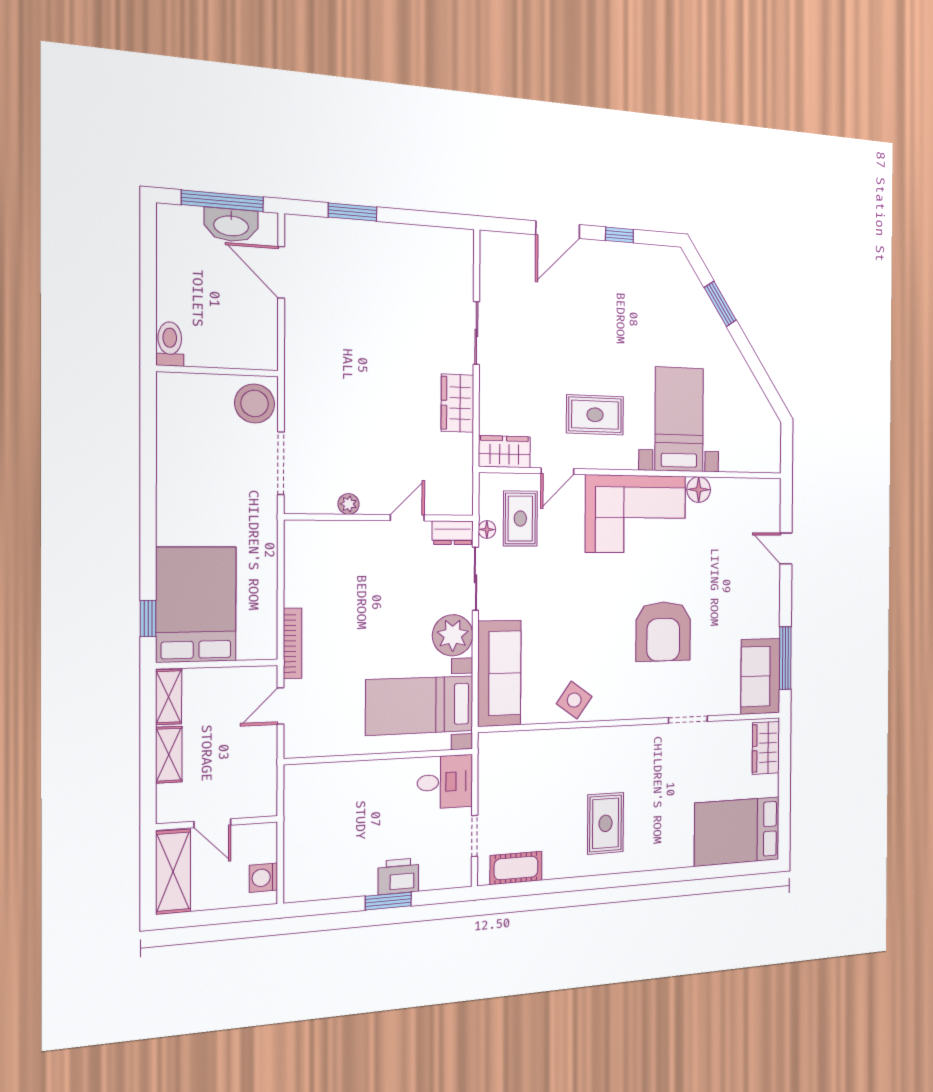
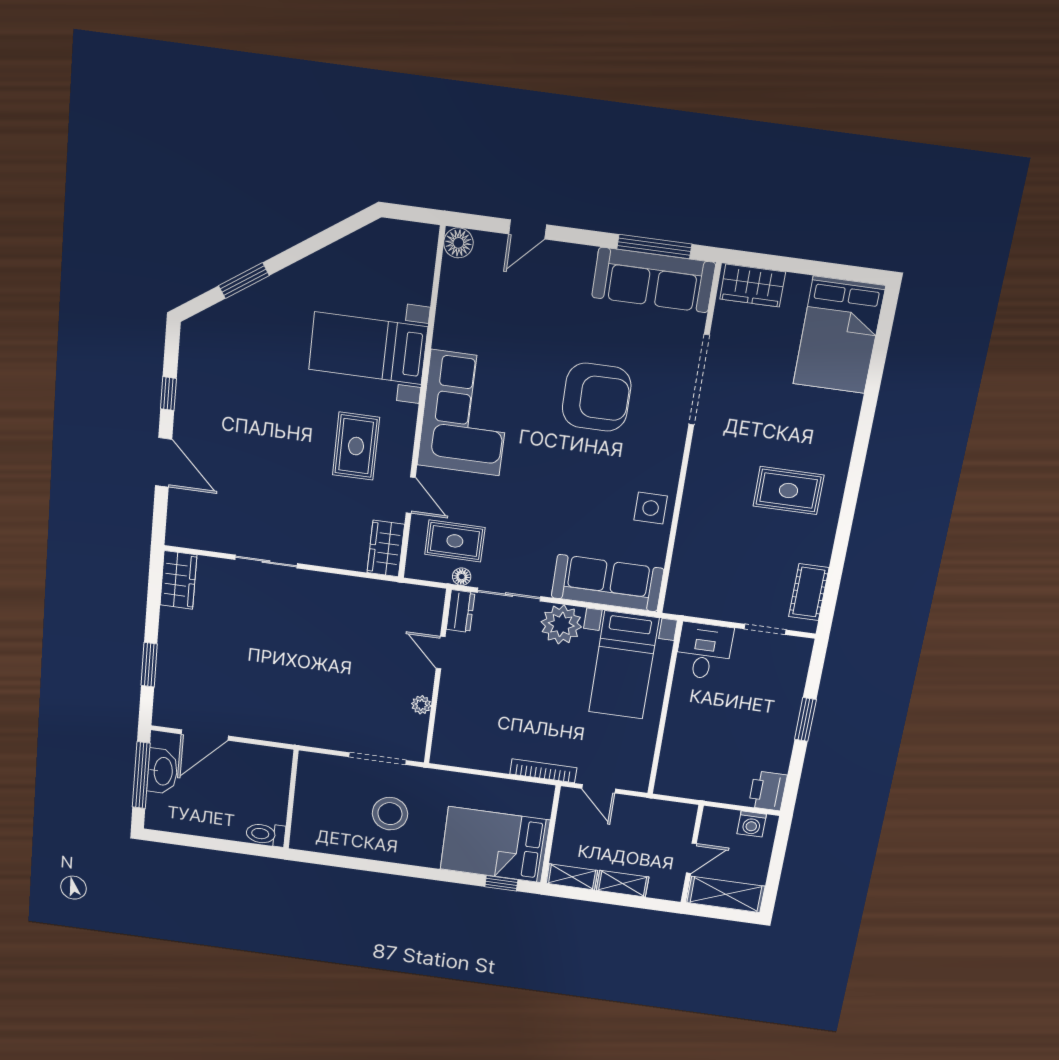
stool: (255, 403) -> (390, 814), moved
wardrobe: (457, 403) -> (178, 580), moved, turned -90
floor lamp: (699, 490) -> (458, 243), moved
sofa: (760, 676) -> (654, 280), width x1.36
side table: (574, 700) -> (651, 508), turned -36
doorway: (688, 720) -> (699, 380), width x1.88
printer: (398, 876) -> (768, 791), moved

